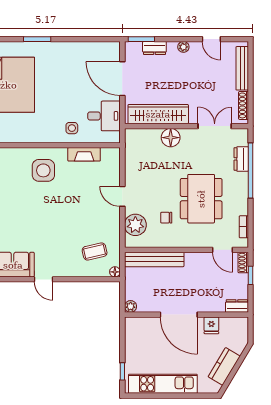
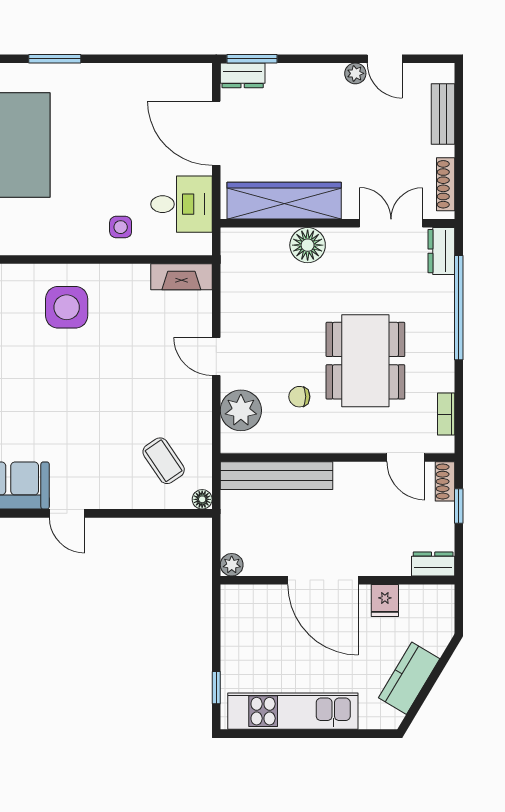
plant: (183, 47) -> (355, 73), moved
dresser: (154, 48) -> (243, 75), moved
bench: (242, 68) -> (443, 114), width x0.73
fireplace: (84, 154) -> (181, 277), moved
dresser: (241, 159) -> (441, 251), moved
coffee table: (95, 251) -> (164, 461), turned 69

